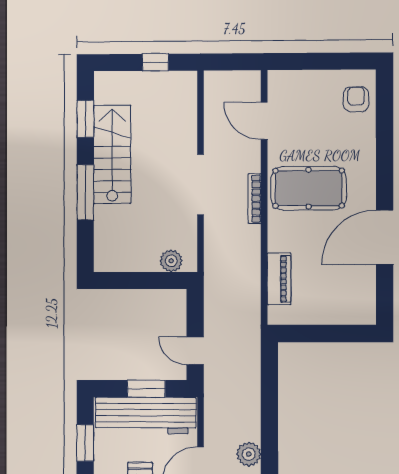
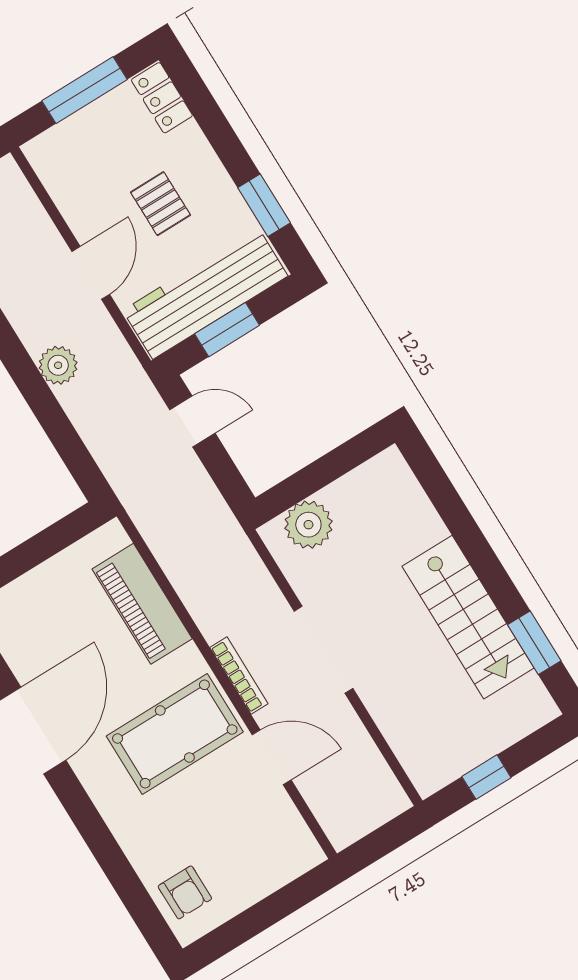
door: (264, 121) -> (272, 757), moved
window: (85, 192) -> (473, 544), removed
plant: (171, 261) -> (308, 525), width x1.36, depth x1.36
piano: (279, 279) -> (142, 604), width x1.37, depth x1.33
plant: (249, 454) -> (58, 365), moved

